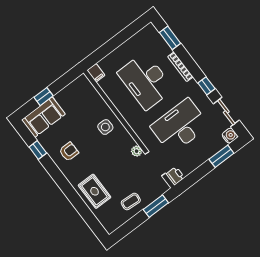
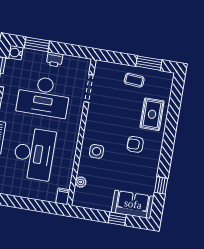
plant: (137, 151) -> (81, 182), moved
armchair: (69, 152) -> (135, 144), moved
printer: (175, 176) -> (55, 59), moved, turned -90
window: (156, 206) -> (149, 63), moved

